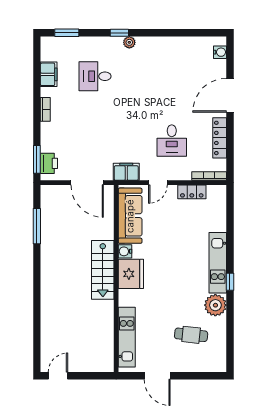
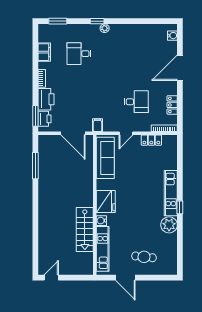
printer: (51, 137) -> (46, 99), added
locker: (220, 138) -> (172, 105), width x0.66
desk: (172, 141) -> (136, 102), turned -90
filing cabinet: (126, 172) -> (97, 125), width x0.50
water cooler: (125, 251) -> (101, 221), moved
stairs: (103, 270) -> (85, 229), moved
cafe table: (191, 335) -> (144, 257), moved

